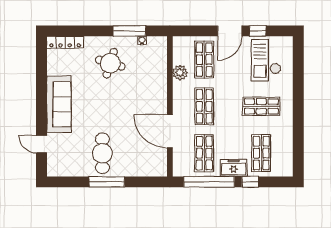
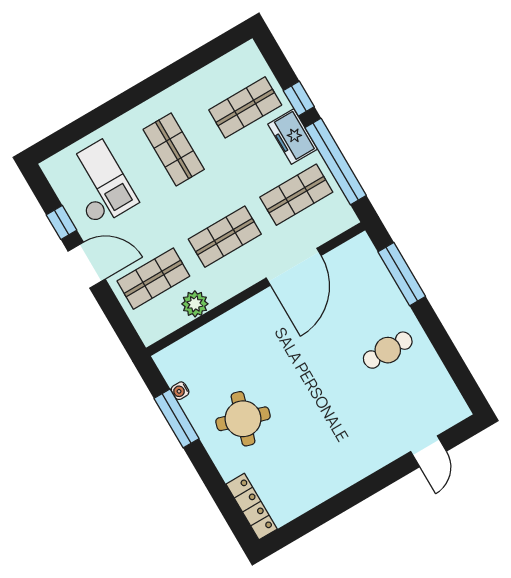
checkout: (266, 60) -> (99, 184), turned -90
sofa: (59, 104) -> (352, 461), removed
cafe table: (102, 153) -> (388, 350), width x0.73, depth x0.74
window: (107, 182) -> (402, 274), moved

